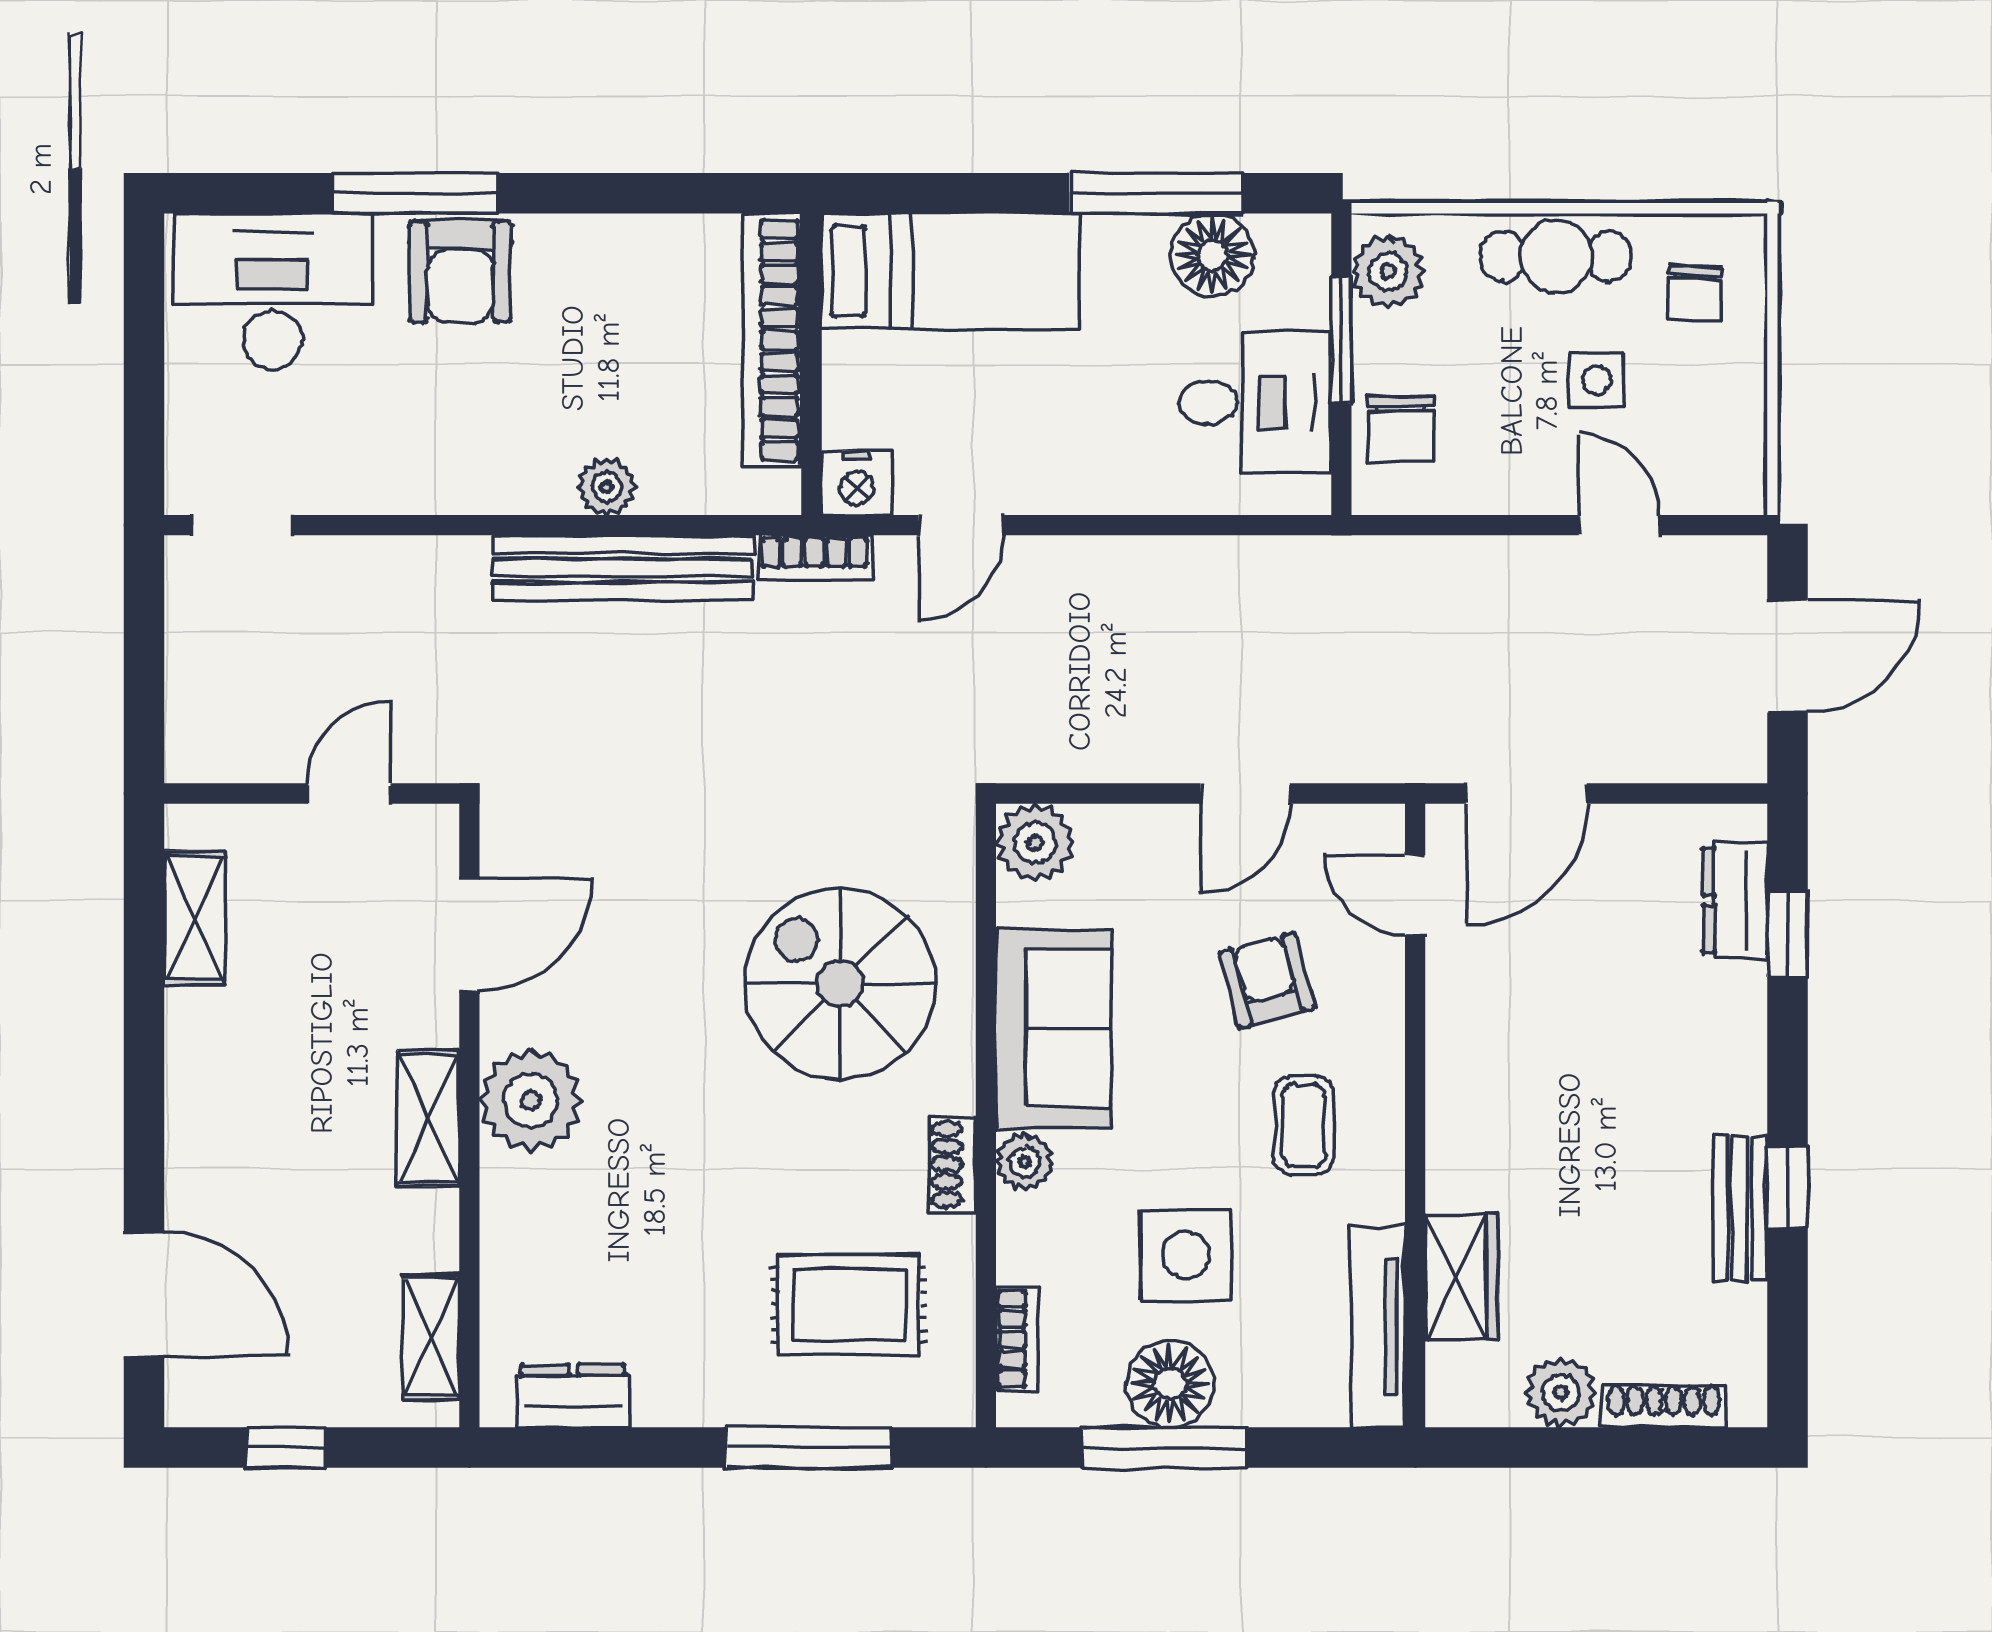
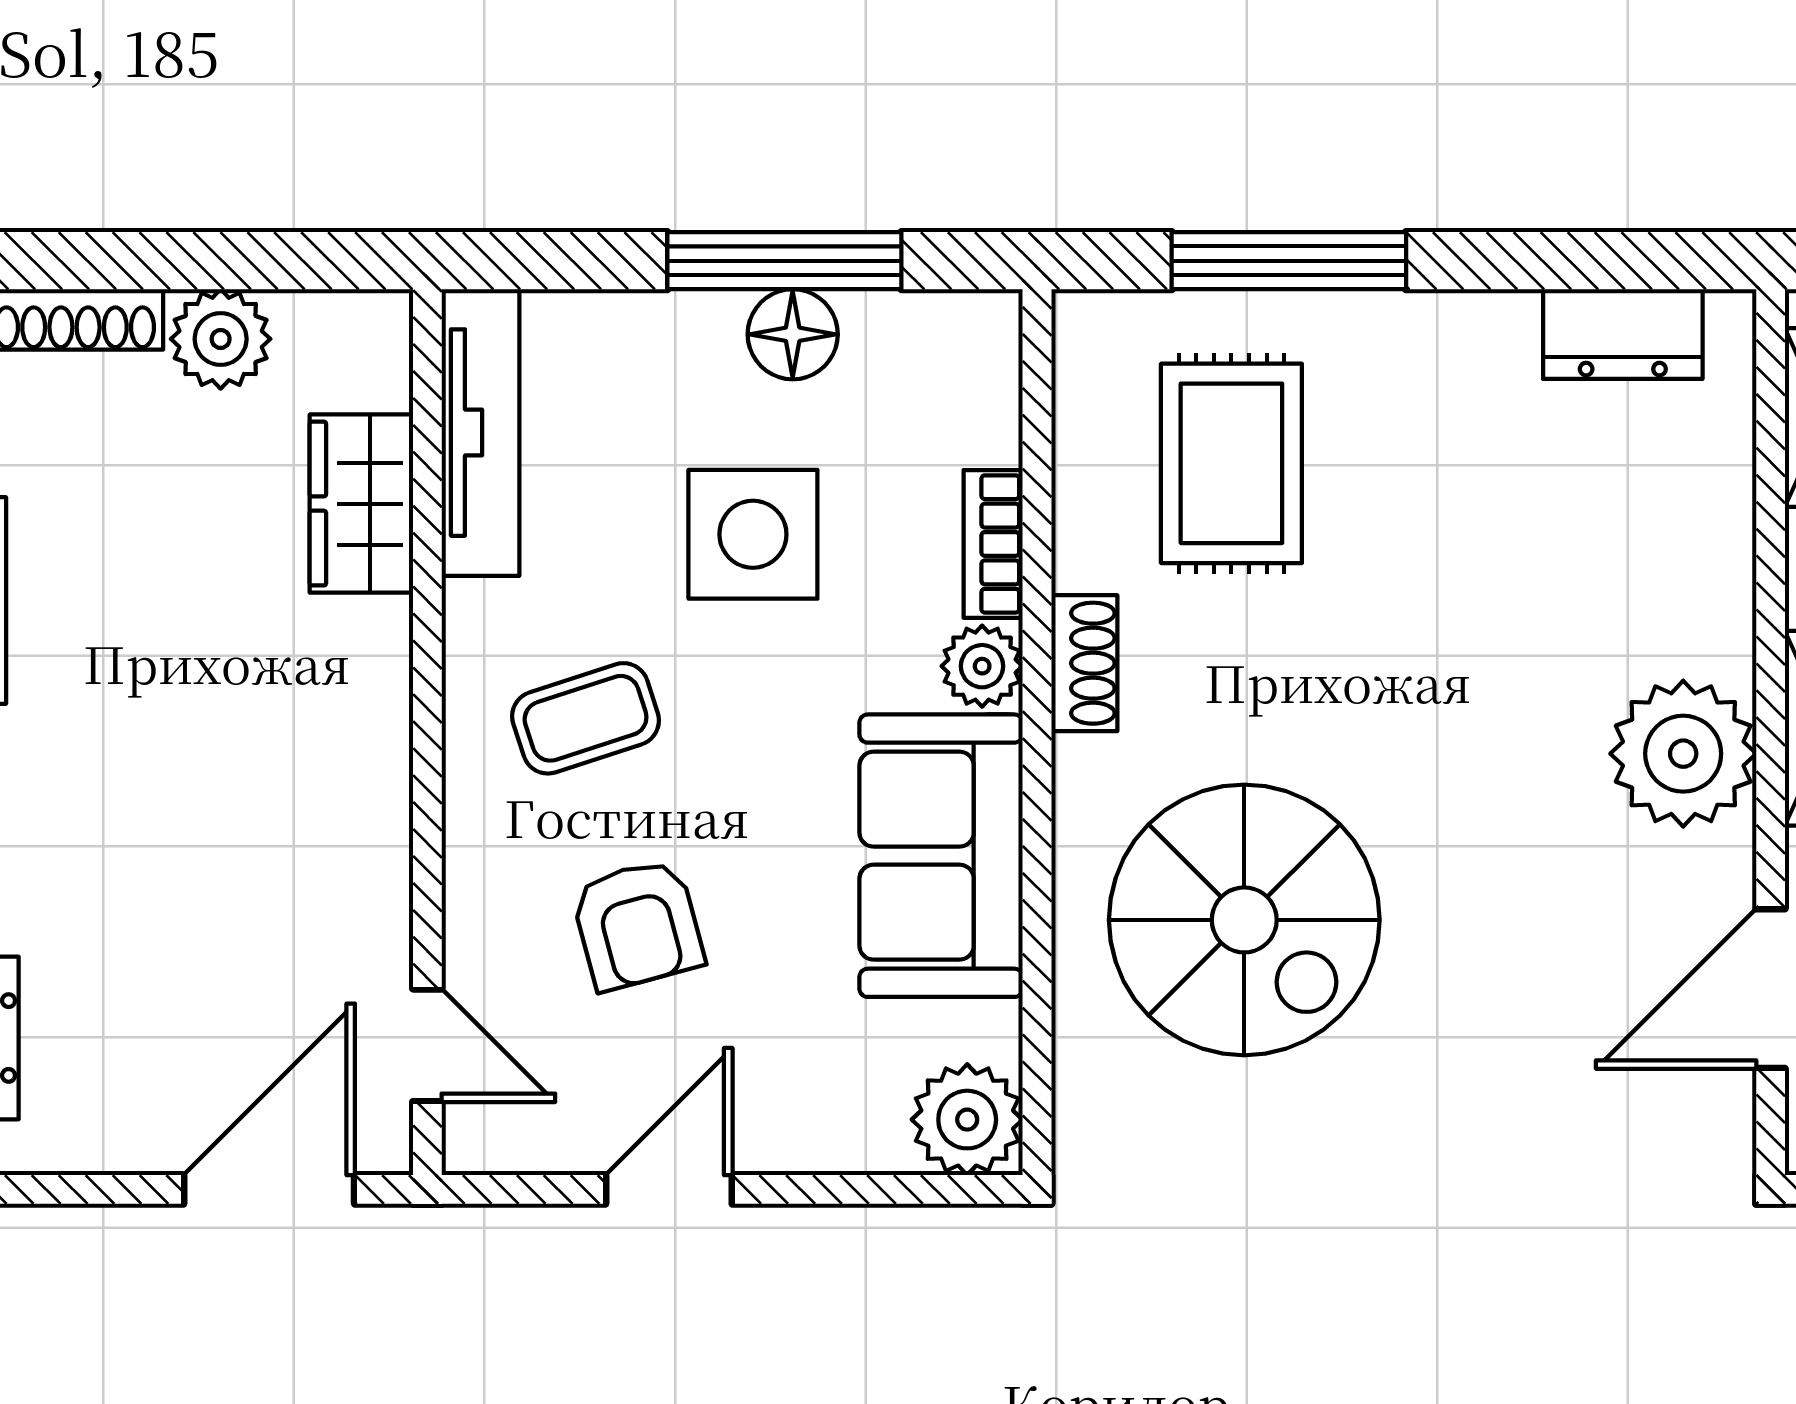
coffee table: (1304, 1125) -> (586, 718), turned 72
rug: (849, 1305) -> (1231, 463), turned 90
bookcase: (1017, 1339) -> (993, 544), moved
floor lamp: (1170, 1384) -> (793, 334), width x0.73, depth x0.73

